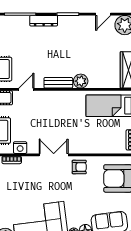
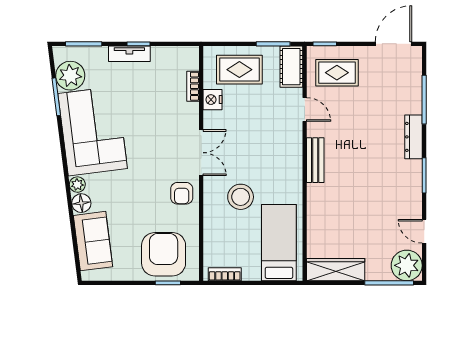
plant: (81, 81) -> (318, 196), removed
stool: (81, 130) -> (241, 197), added

